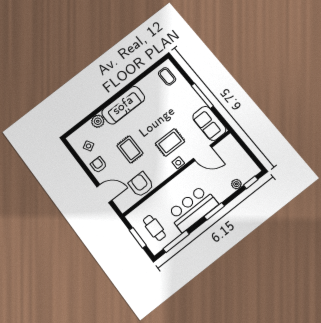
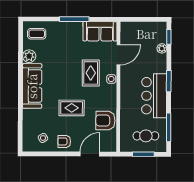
plant: (98, 121) -> (29, 56), moved

